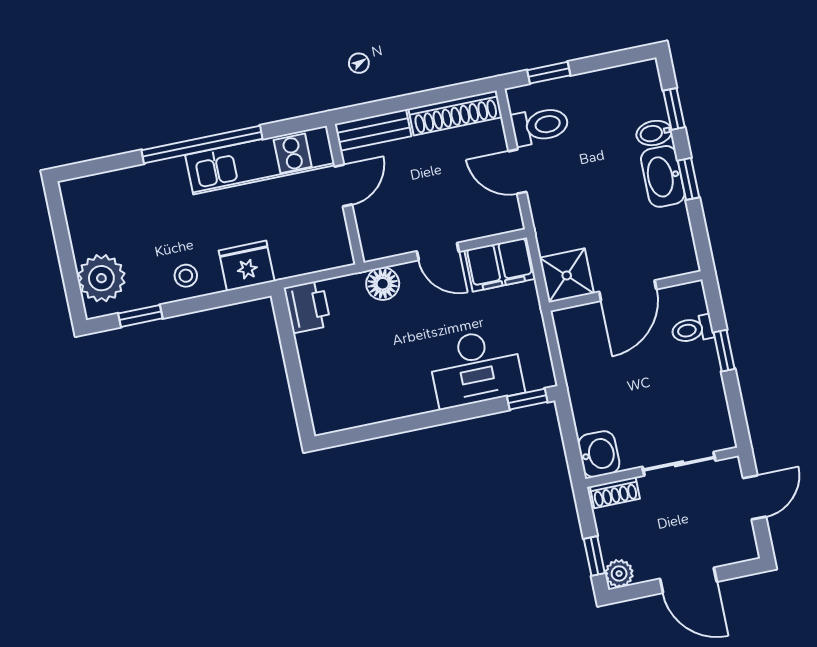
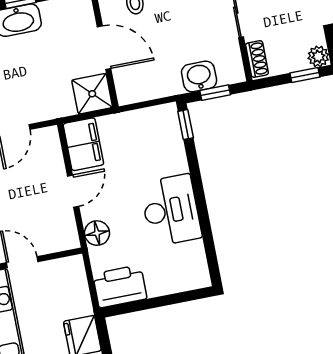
printer: (307, 307) -> (120, 286), width x1.37, depth x1.19
desk: (476, 368) -> (171, 210), moved
window: (570, 438) -> (215, 93), added
washbasin: (599, 454) -> (199, 76), moved

